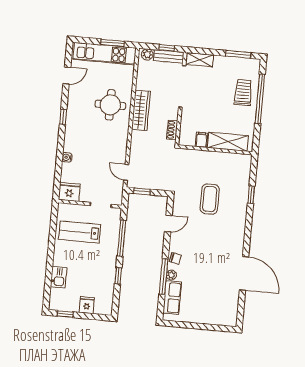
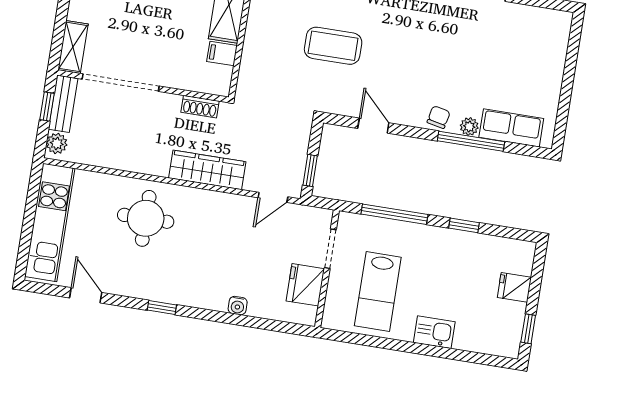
window: (112, 43) -> (31, 206), removed
wardrobe: (141, 110) -> (207, 170), moved
fridge: (69, 192) -> (305, 285), moved
kitchen sink: (59, 277) -> (434, 332), moved

